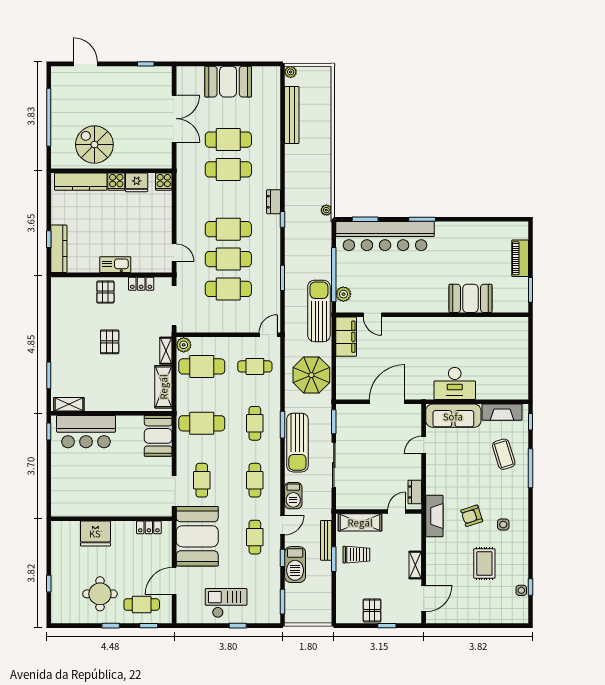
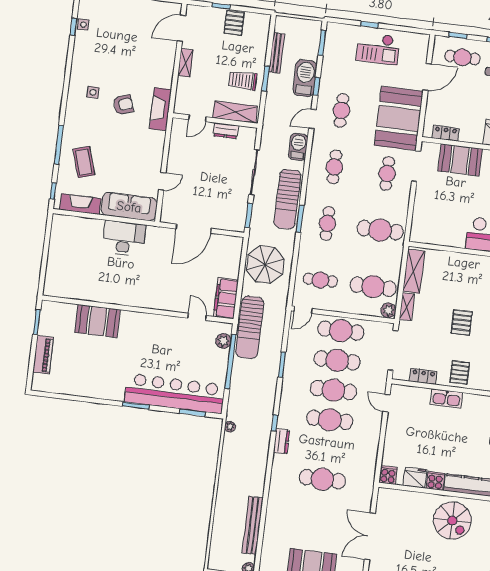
cafe table: (228, 140) -> (341, 331), moved
booth: (158, 436) -> (460, 160), moved, turned 90
sun lounger: (297, 443) -> (287, 199), turned 180
dresser: (415, 492) -> (226, 131), moved, turned 90
bench: (326, 540) -> (277, 53), moved
rug: (484, 564) -> (117, 56), removed

